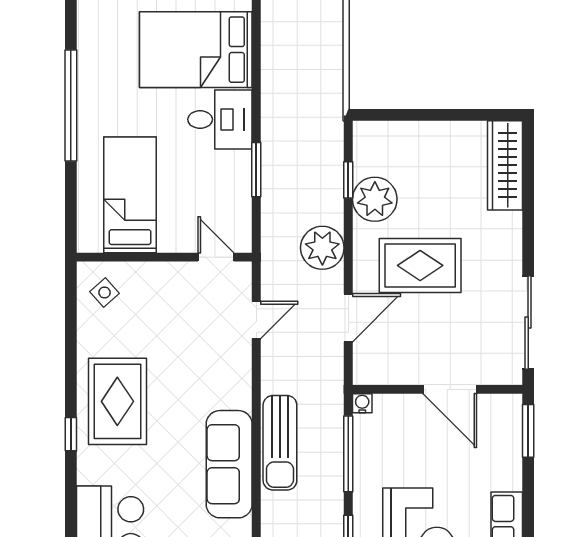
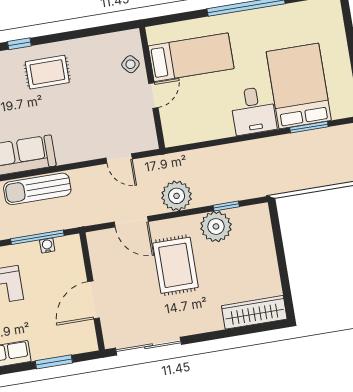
window: (256, 170) -> (309, 127), moved
door: (216, 257) -> (153, 95), moved
side table: (105, 293) -> (130, 64), moved
rug: (117, 401) -> (47, 72), width x0.73, depth x0.70
water cooler: (362, 403) -> (47, 246), moved, turned -90
window: (528, 431) -> (54, 362), moved

